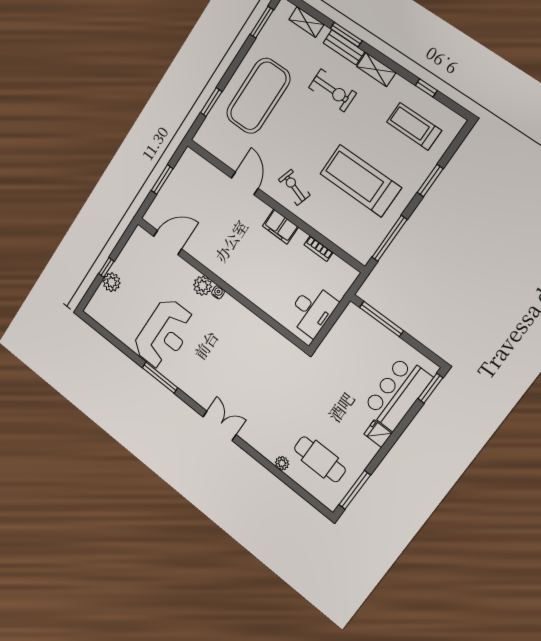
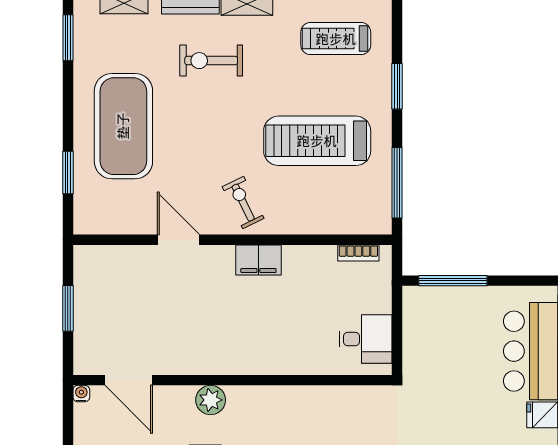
exercise bike: (333, 90) -> (211, 61), turned 180
exercise bike: (294, 187) -> (243, 203), turned 46
door: (168, 243) -> (129, 380), swing flipped
bookcase: (319, 249) -> (358, 253), moved
water cooler: (218, 292) -> (81, 394), moved
desk: (312, 310) -> (366, 339), width x0.73

